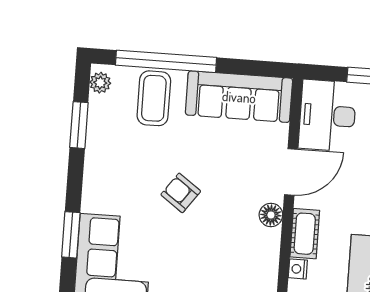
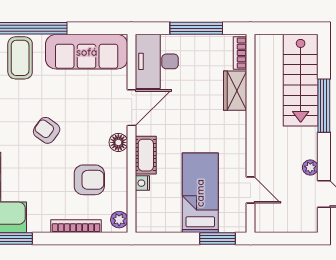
armchair: (230, 260) -> (89, 180), added

